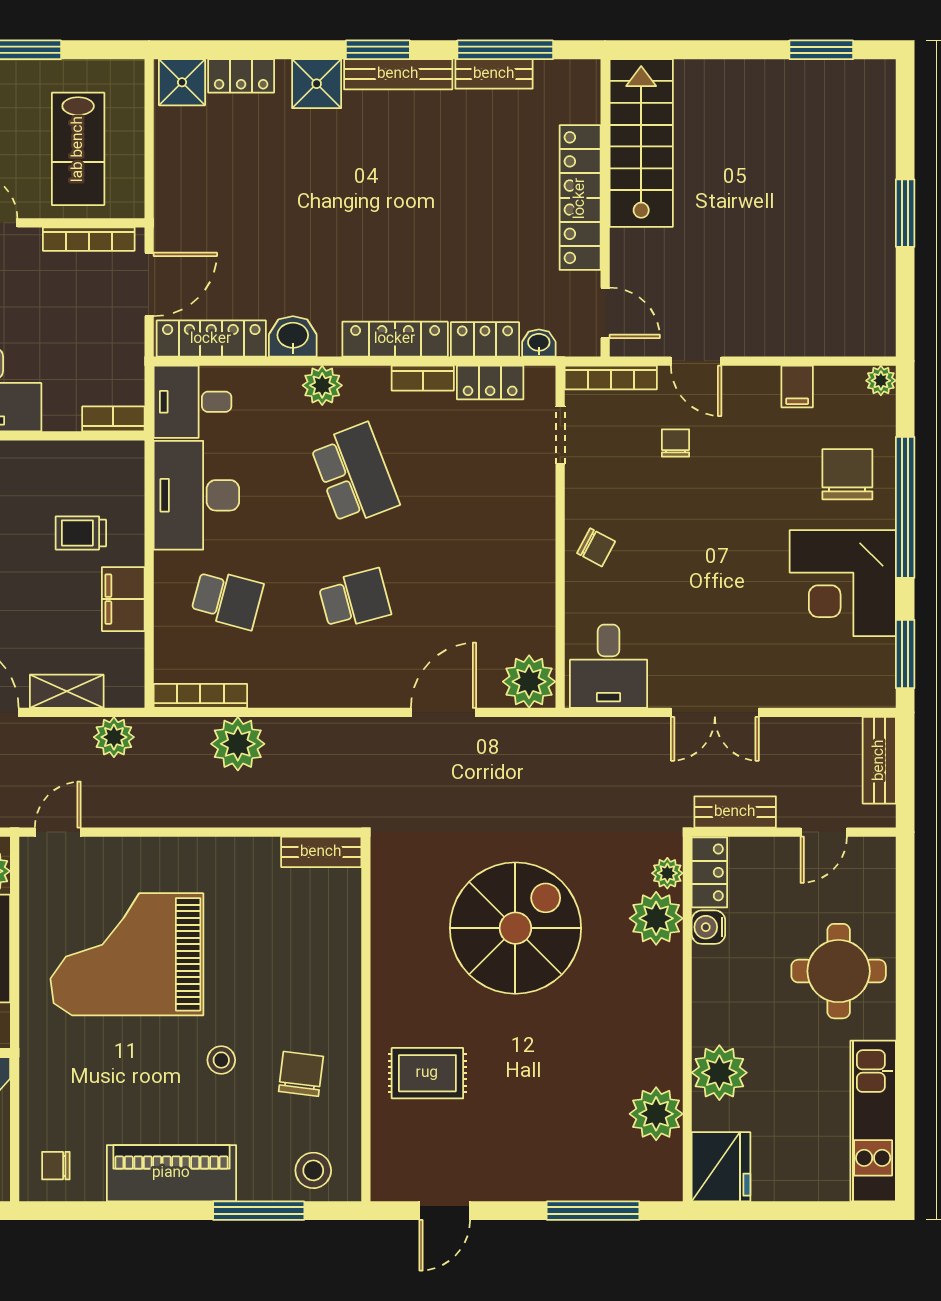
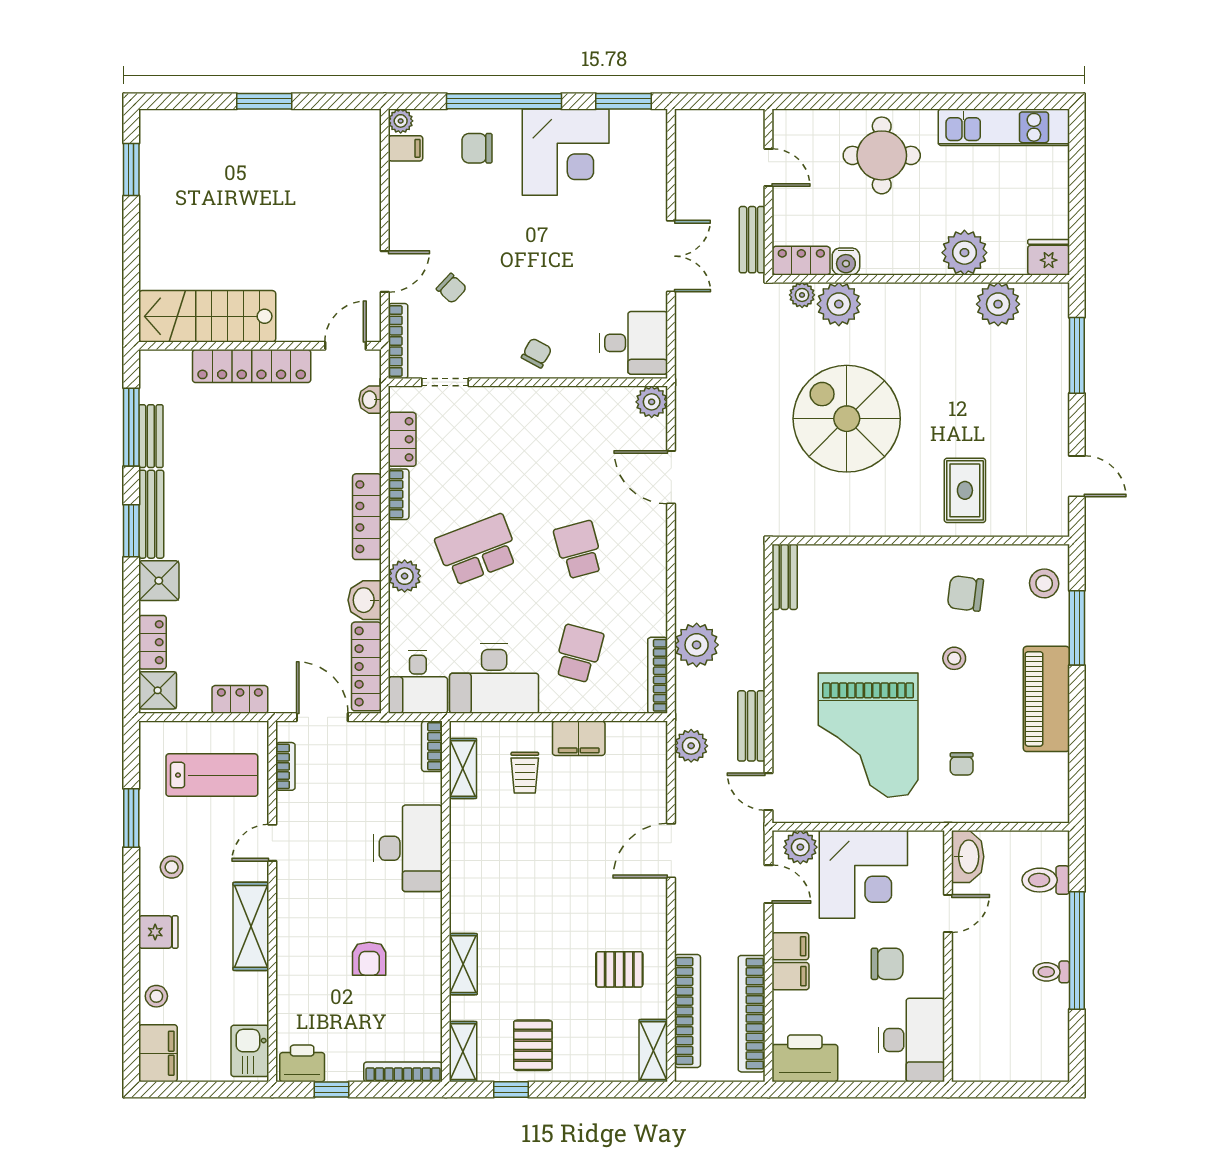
bookcase: (89, 239) -> (285, 766), width x0.64
locker: (485, 339) -> (240, 699), moved, turned 90
filing cabinet: (797, 387) -> (406, 148), moved
chair: (675, 443) -> (451, 288), turned -137
chair: (847, 474) -> (477, 148), width x0.73, depth x0.73
plant: (529, 682) -> (652, 402), width x0.73, depth x0.73
shelving: (67, 691) -> (463, 768), moved
bench: (879, 760) -> (751, 726), moved, turned 90
chair: (56, 1166) -> (962, 764), moved
fridge: (721, 1167) -> (1049, 257), width x0.73, depth x0.75

